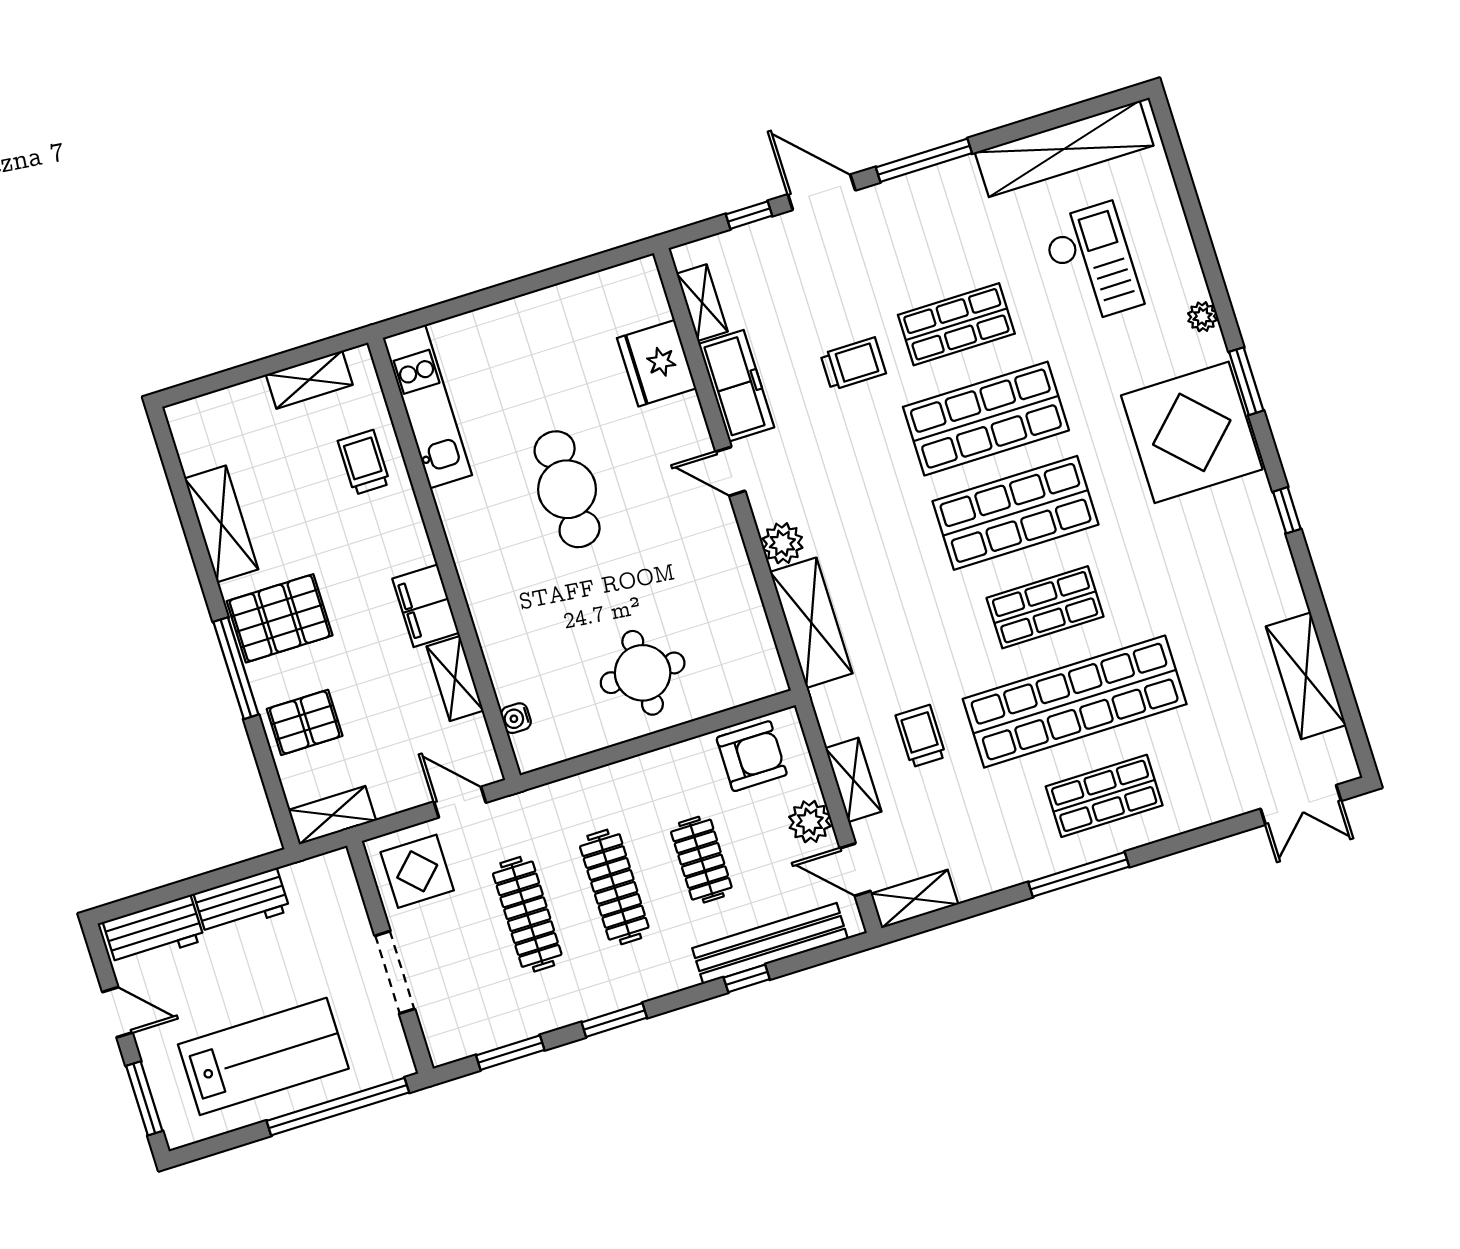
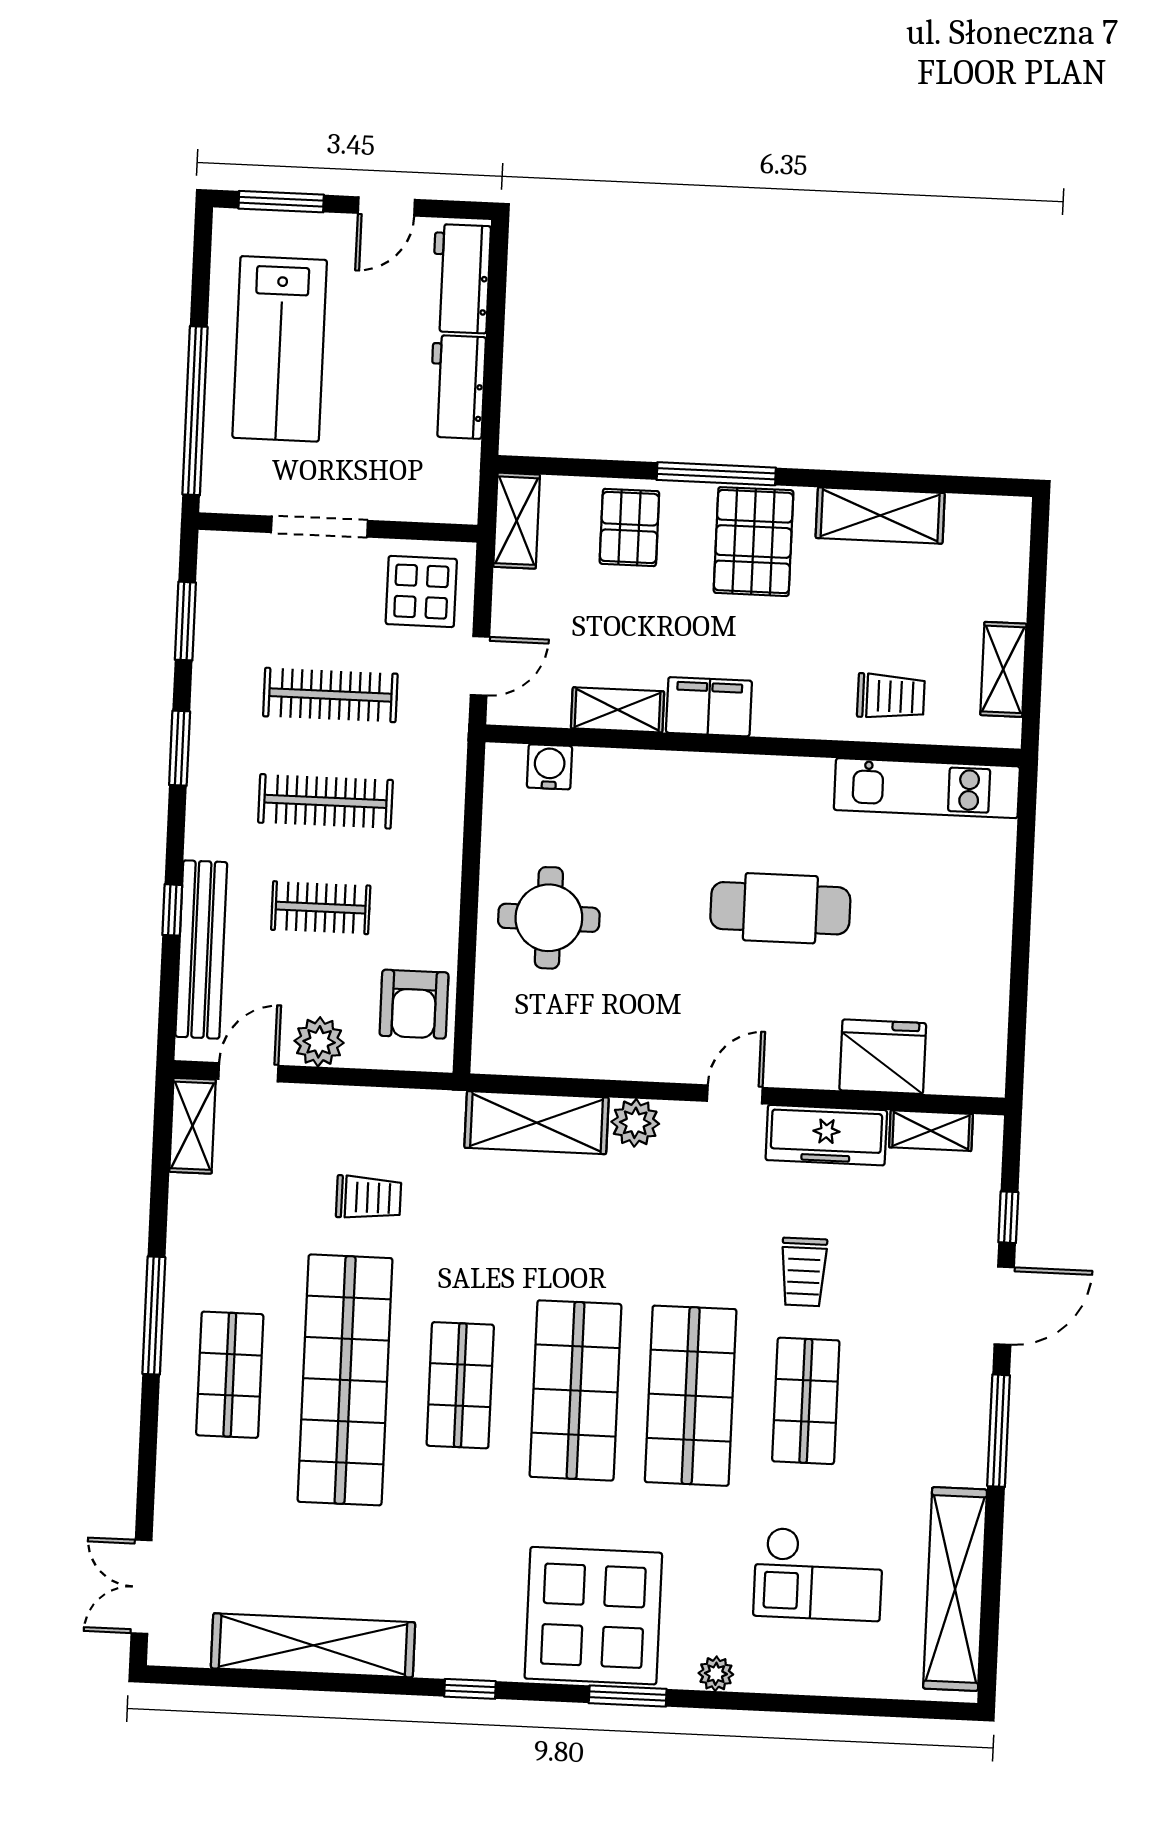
shelving: (1306, 676) -> (313, 1645), width x1.47
water cooler: (516, 718) -> (549, 767), width x1.38, depth x1.38
shelving: (853, 780) -> (347, 1106), removed

